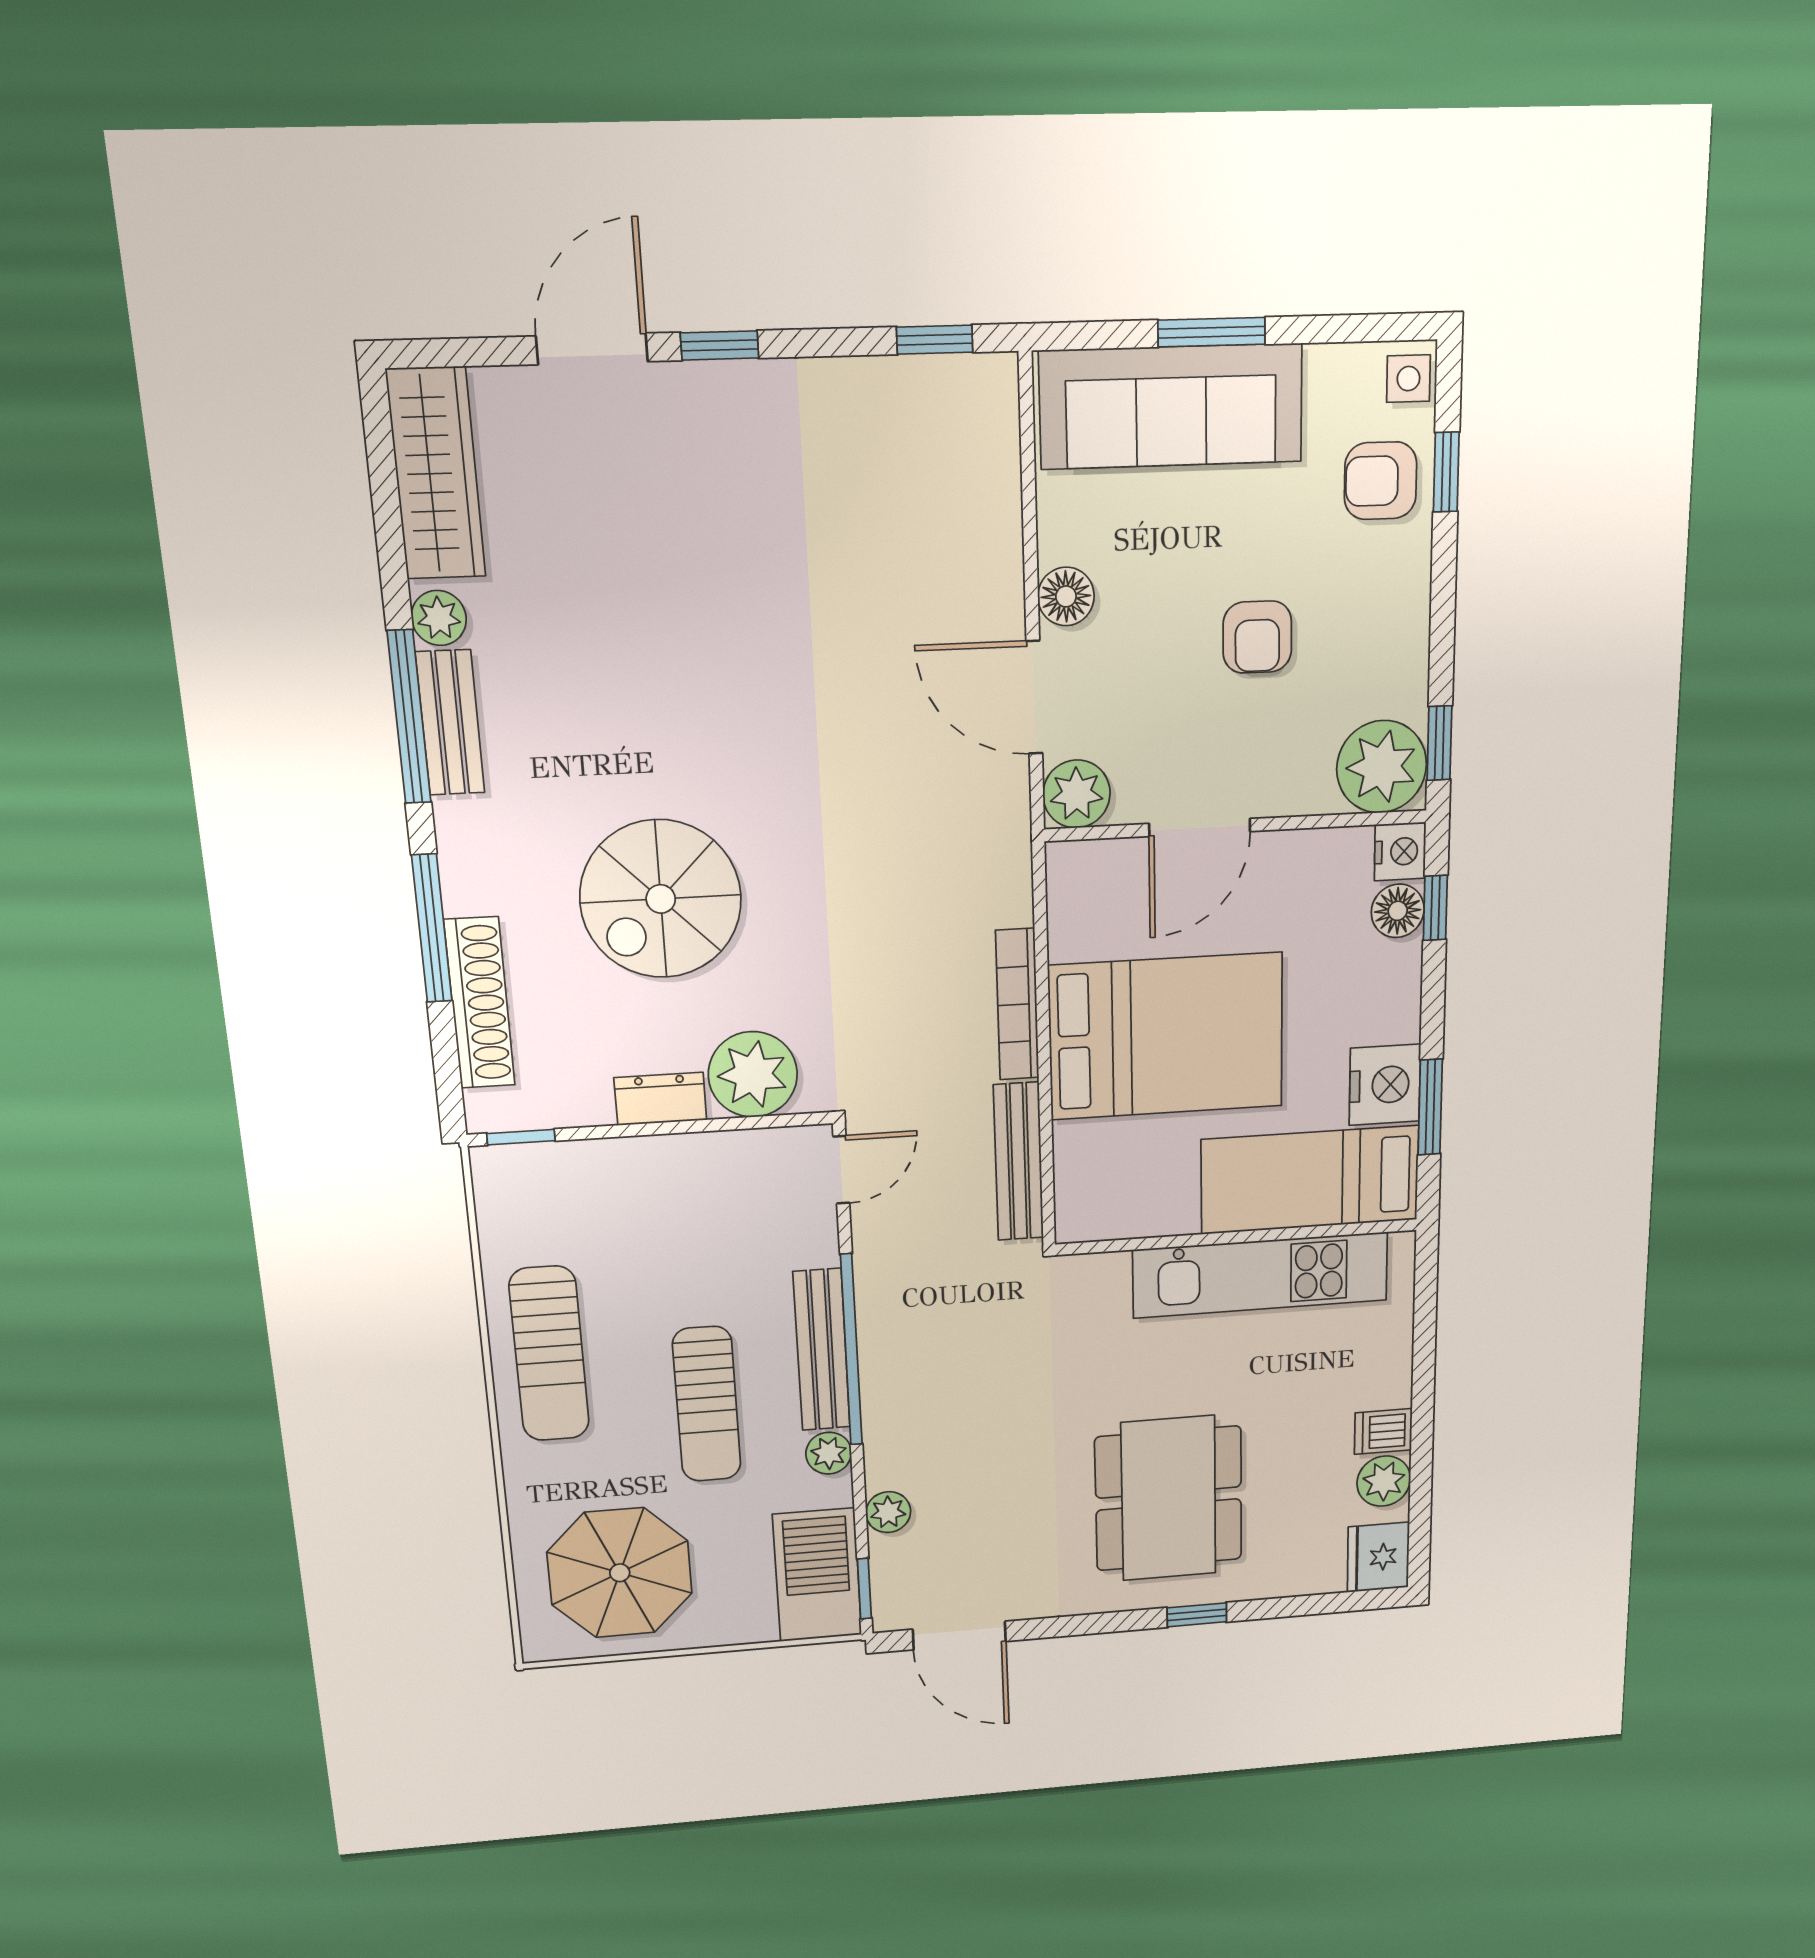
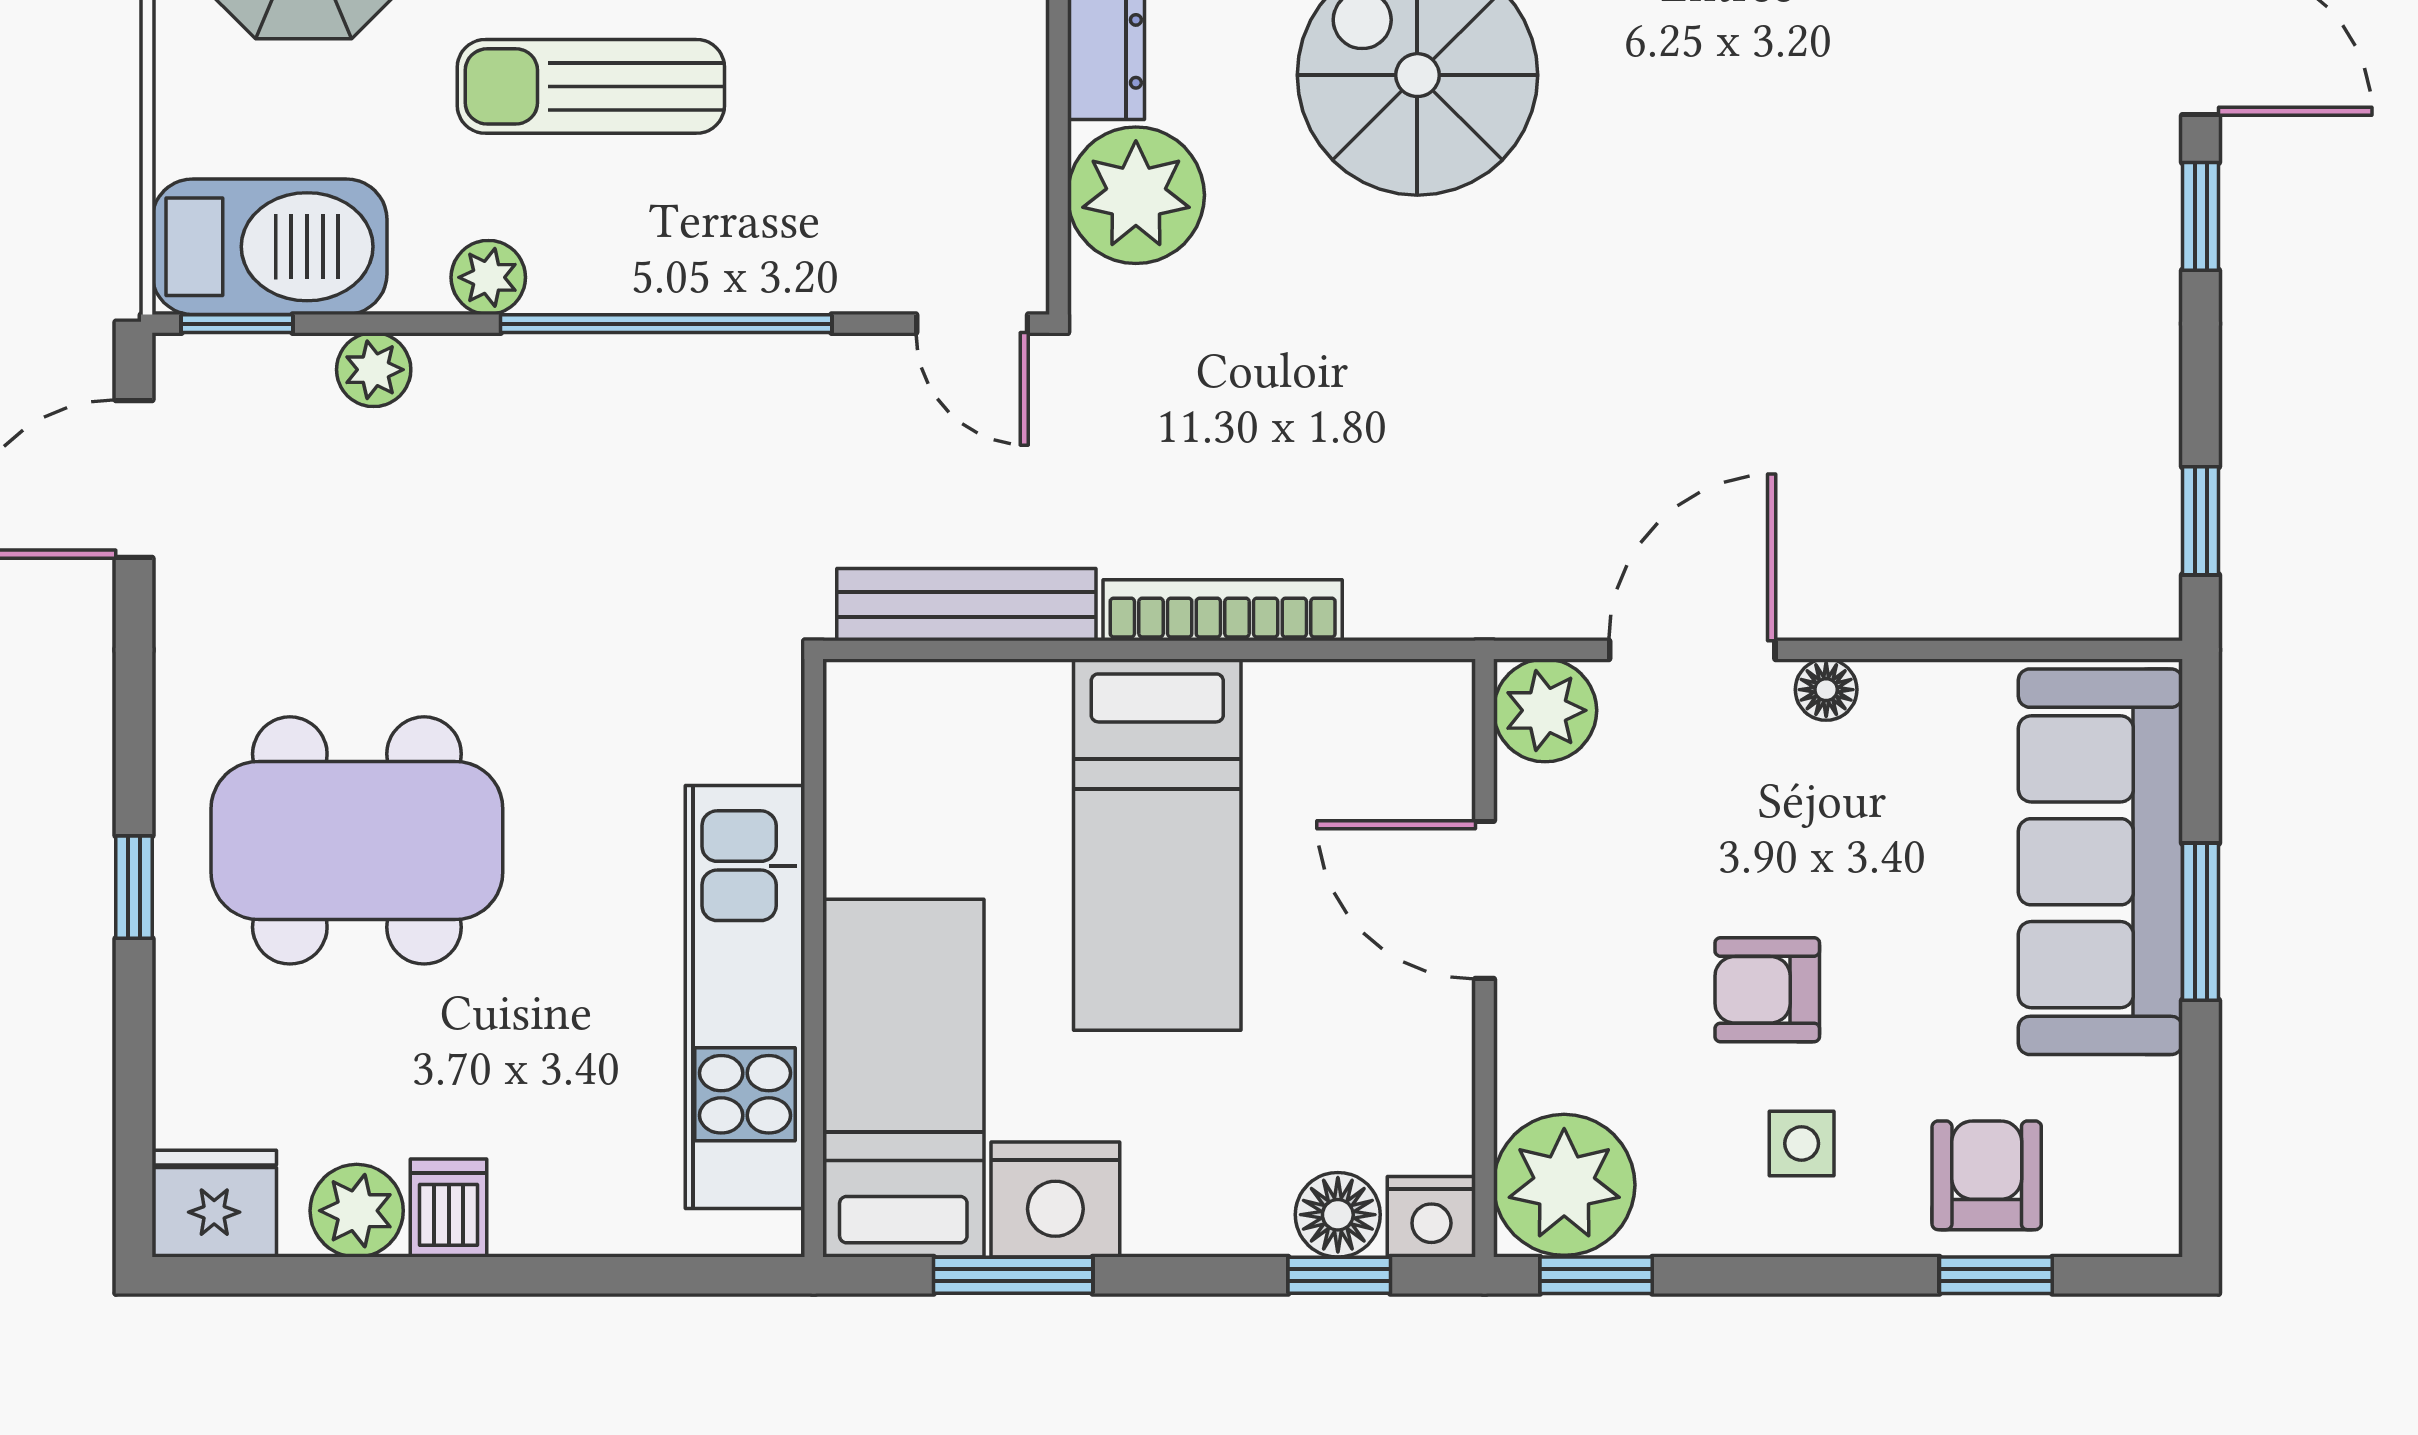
side table: (1408, 379) -> (1802, 1143), moved
floor lamp: (1066, 596) -> (1826, 690), width x0.73, depth x0.73
bed: (1166, 1036) -> (1157, 845), width x0.67
bench: (822, 1350) -> (670, 276), removed

